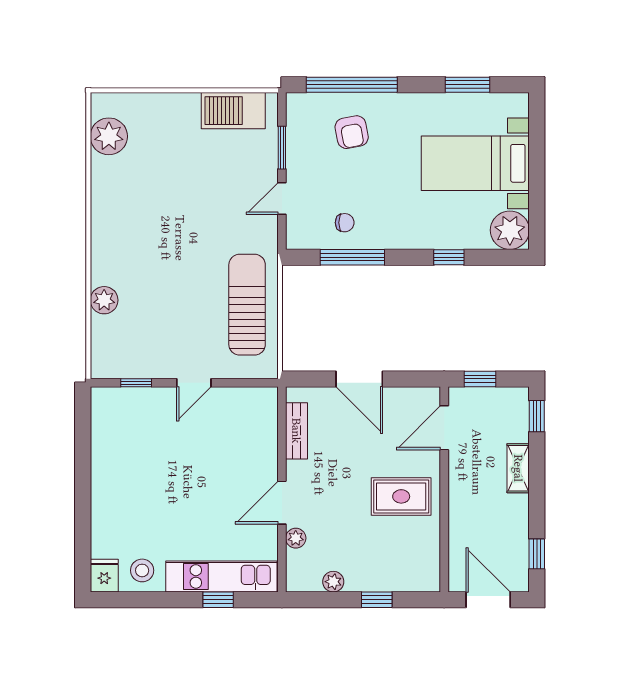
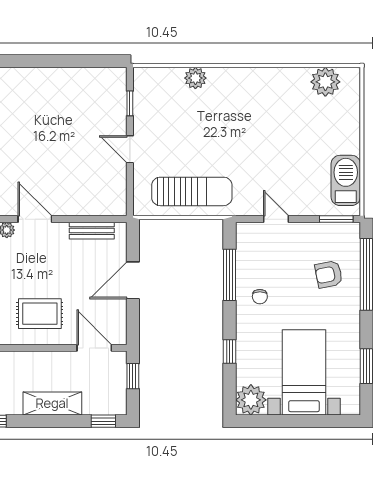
window: (282, 148) -> (336, 219), moved
chair: (345, 223) -> (260, 297), moved
shelving: (518, 468) -> (52, 403), width x1.50, depth x1.33
rug: (401, 496) -> (40, 314), turned 90

